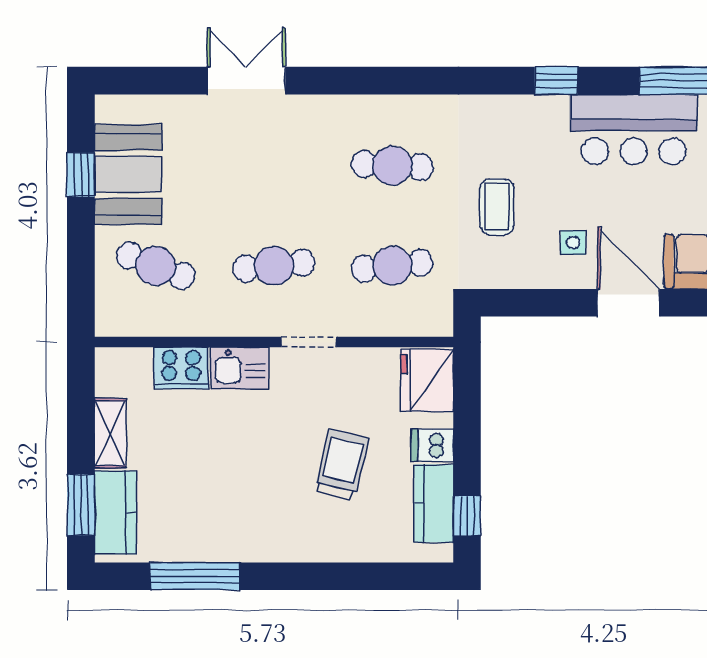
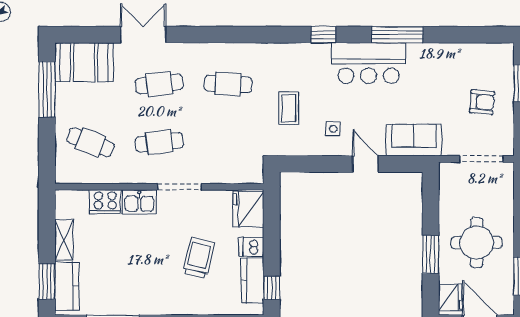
booth: (128, 174) -> (84, 62), moved, turned 90
window: (81, 175) -> (47, 89), width x2.17
cafe table: (392, 266) -> (159, 84), moved
door: (628, 303) -> (365, 164), width x0.73
doorway: (309, 342) -> (180, 187), width x1.38

